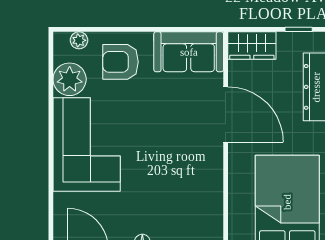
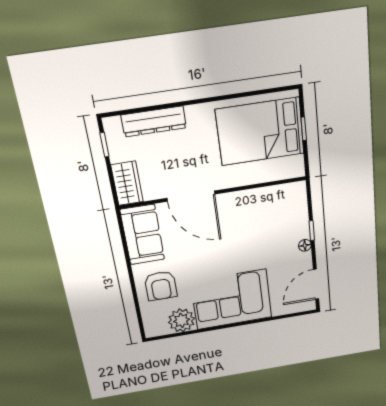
plant: (79, 40) -> (149, 319), removed
door: (226, 114) -> (191, 196), swing flipped

